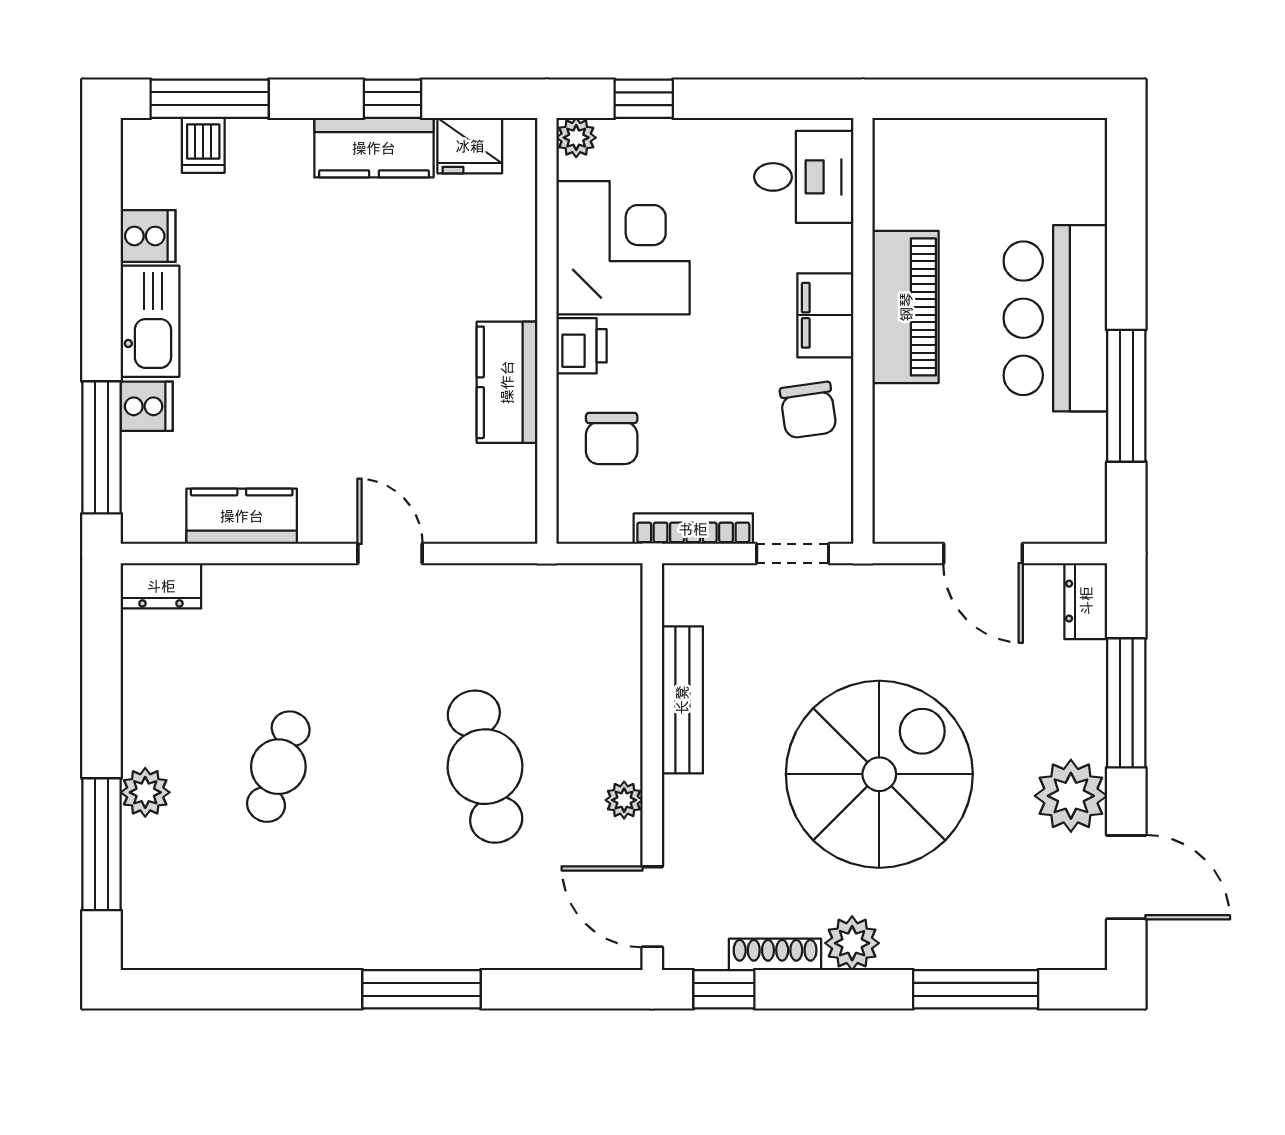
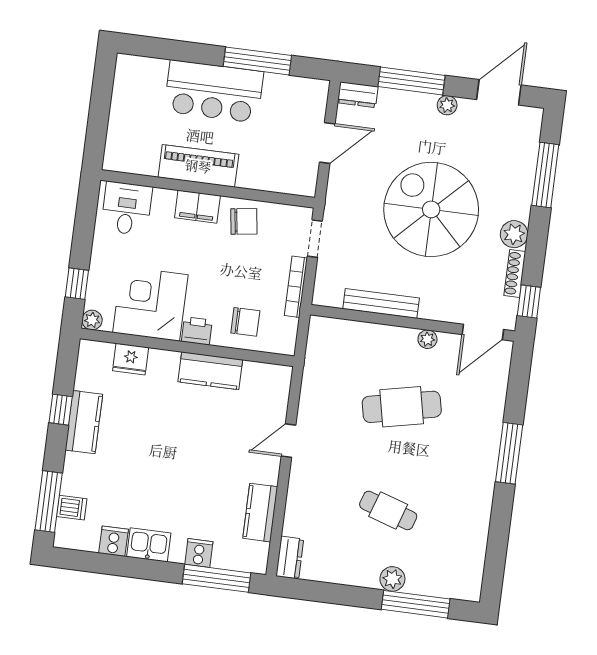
fridge: (470, 146) -> (131, 359), moved, turned 90
kitchen sink: (150, 321) -> (149, 545), width x0.73
plant: (1071, 796) -> (447, 105), width x0.53, depth x0.53

